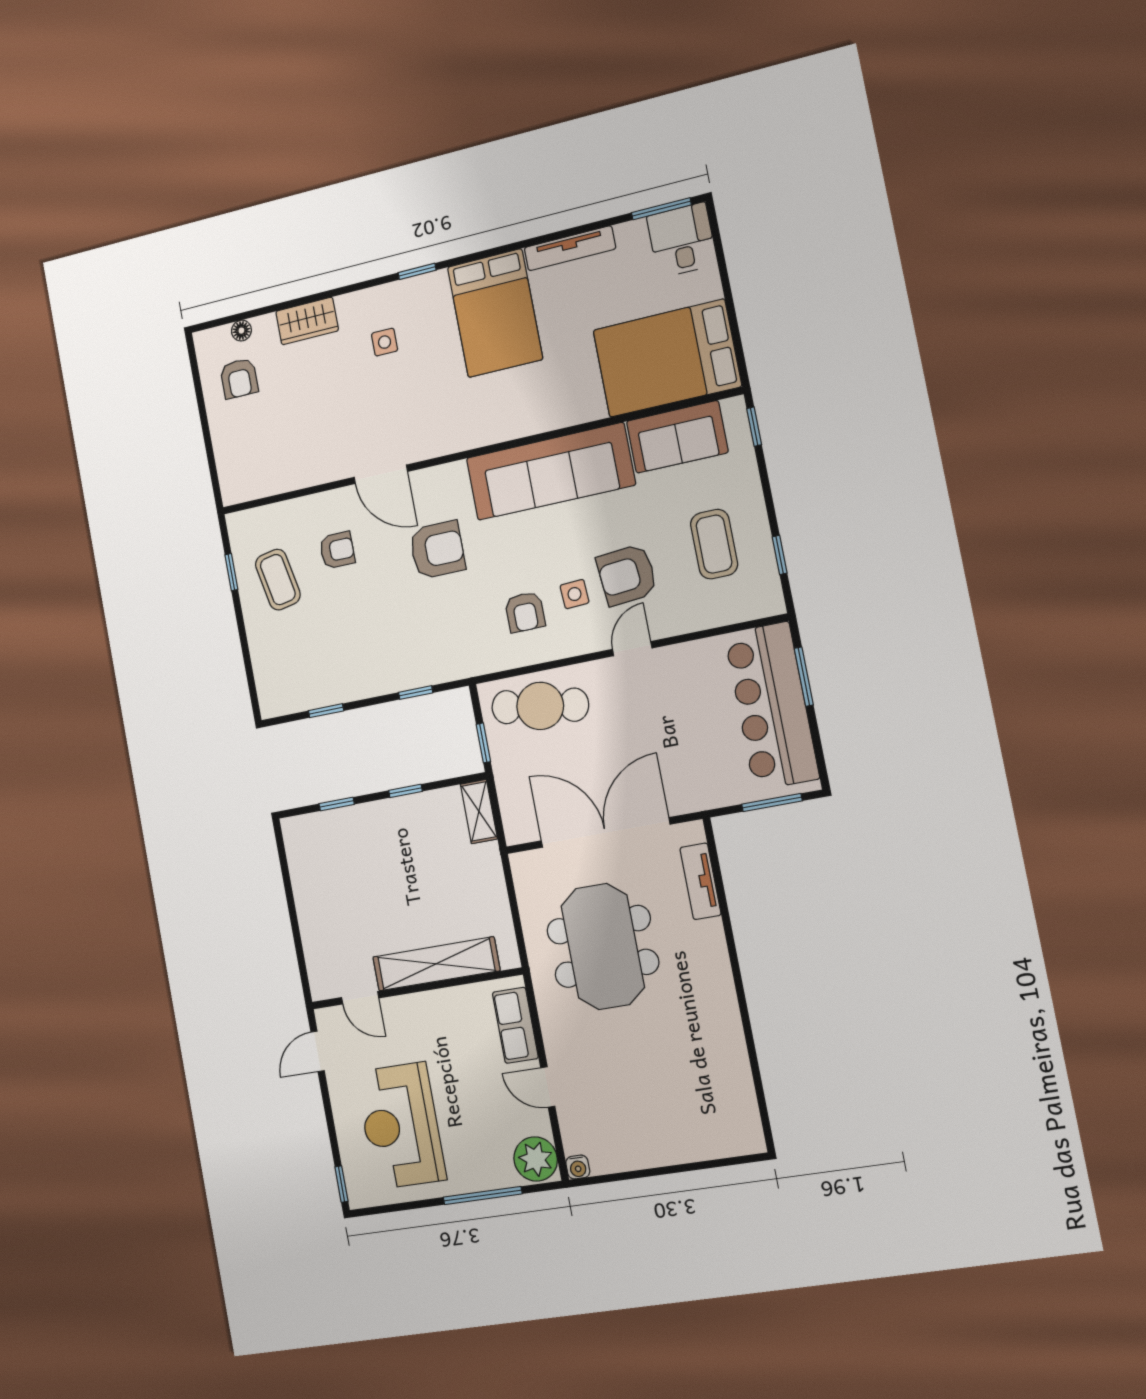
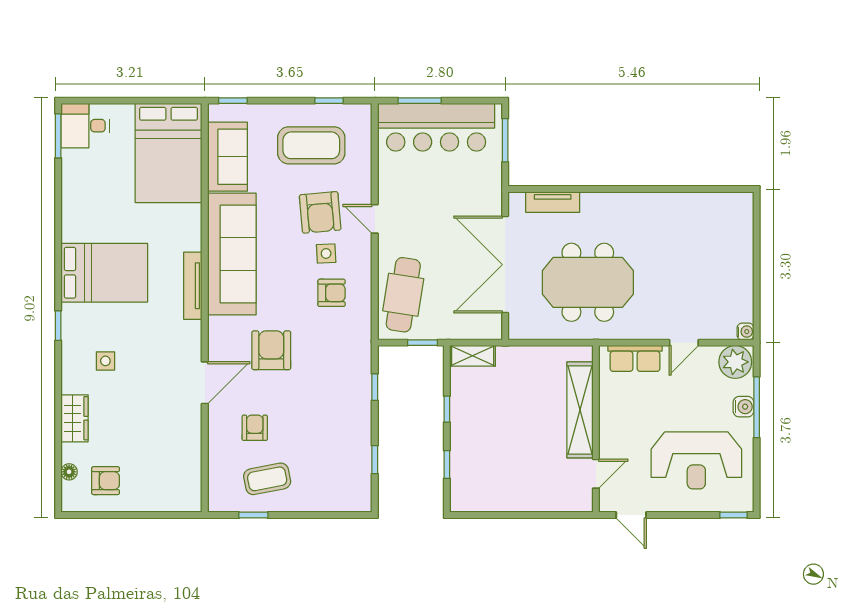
tv unit: (570, 248) -> (193, 286), moved, turned 180
coffee table: (714, 544) -> (311, 145), width x1.36, depth x1.32
water cooler: (480, 1178) -> (743, 407), added

